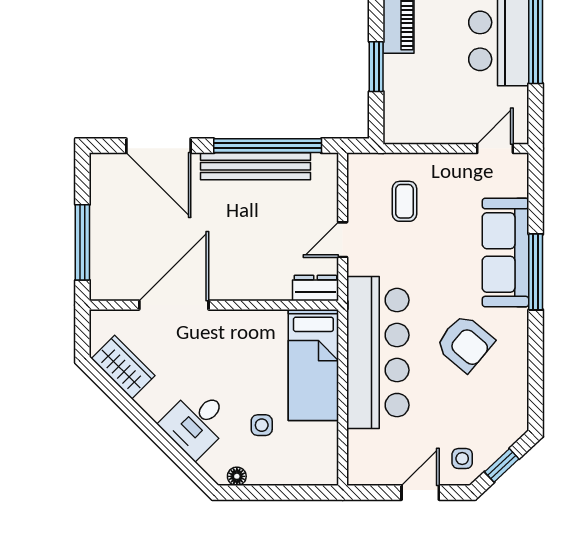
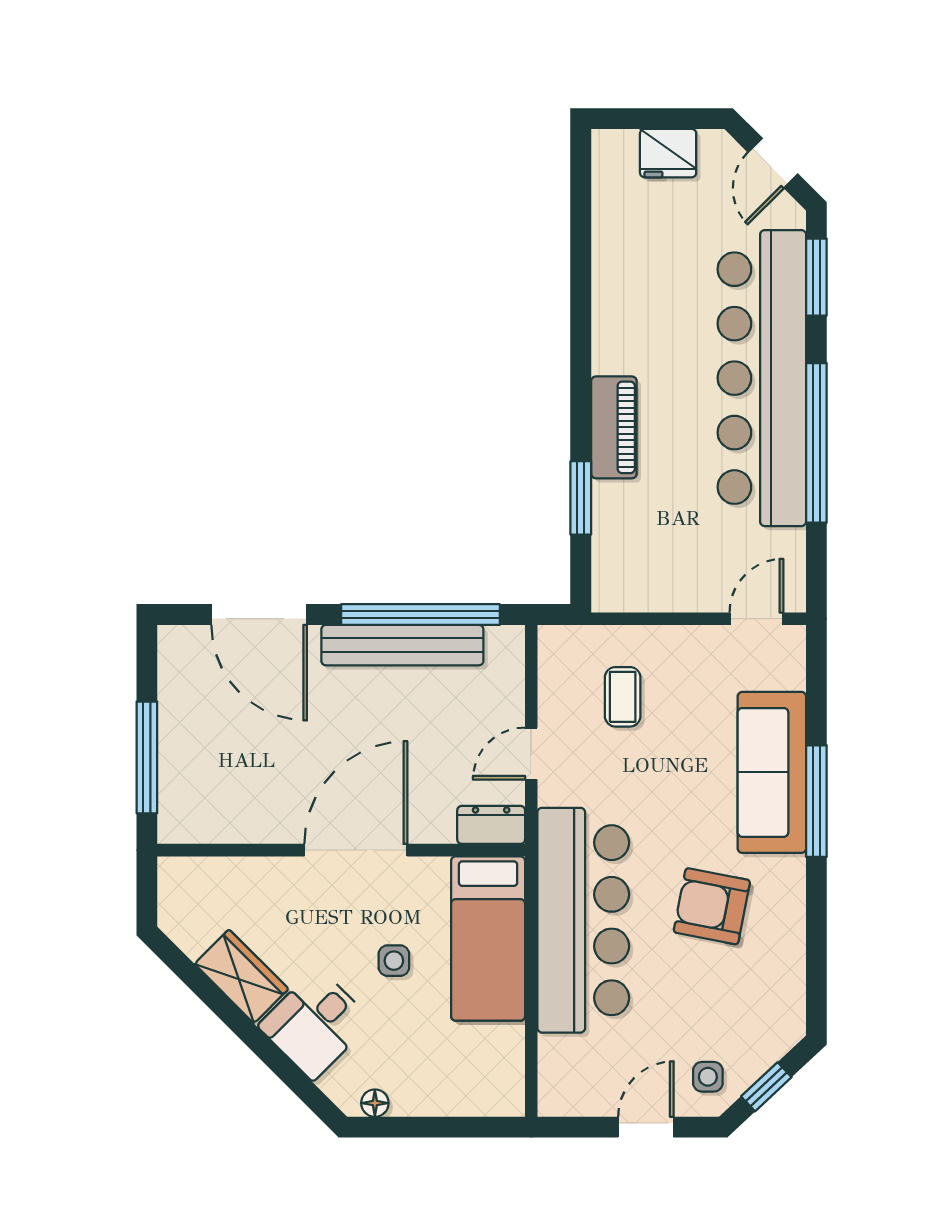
door: (174, 305) -> (356, 850), moved
armchair: (465, 343) -> (712, 906), turned 151
wardrobe: (123, 367) -> (241, 976), moved
side table: (262, 425) -> (394, 961), moved

